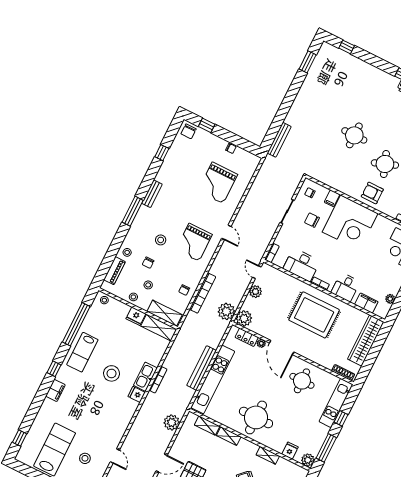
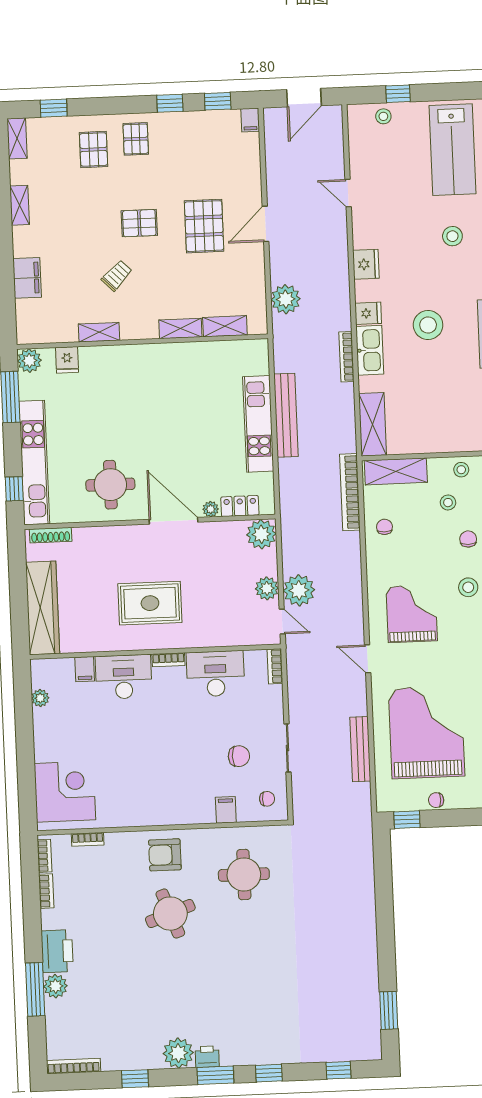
window: (380, 64) -> (269, 1073), added
round table: (354, 135) -> (244, 875), moved
bench: (279, 140) -> (360, 749), moved
window: (250, 147) -> (407, 820), added
grand piano: (218, 183) -> (427, 732), width x1.37, depth x1.48
armchair: (372, 193) -> (165, 855), turned 180
corner desk: (350, 223) -> (174, 786), removed
desk: (346, 287) -> (124, 677), width x1.37
bookcase: (203, 293) -> (350, 492), moved
filing cabinet: (366, 303) -> (85, 669), width x0.50
plant: (226, 311) -> (299, 590), moved
rug: (314, 315) -> (150, 603), width x0.73, depth x0.69
fridge: (136, 316) -> (366, 264), moved, turned 90
shelving: (159, 328) -> (373, 424), moved, turned 90
kitchen unit: (213, 379) -> (258, 424), width x0.73
kitchen unit: (336, 403) -> (34, 463), width x1.36
round table: (256, 417) -> (152, 383), removed
window: (341, 418) -> (14, 489), moved
stool: (85, 458) -> (452, 236), moved

